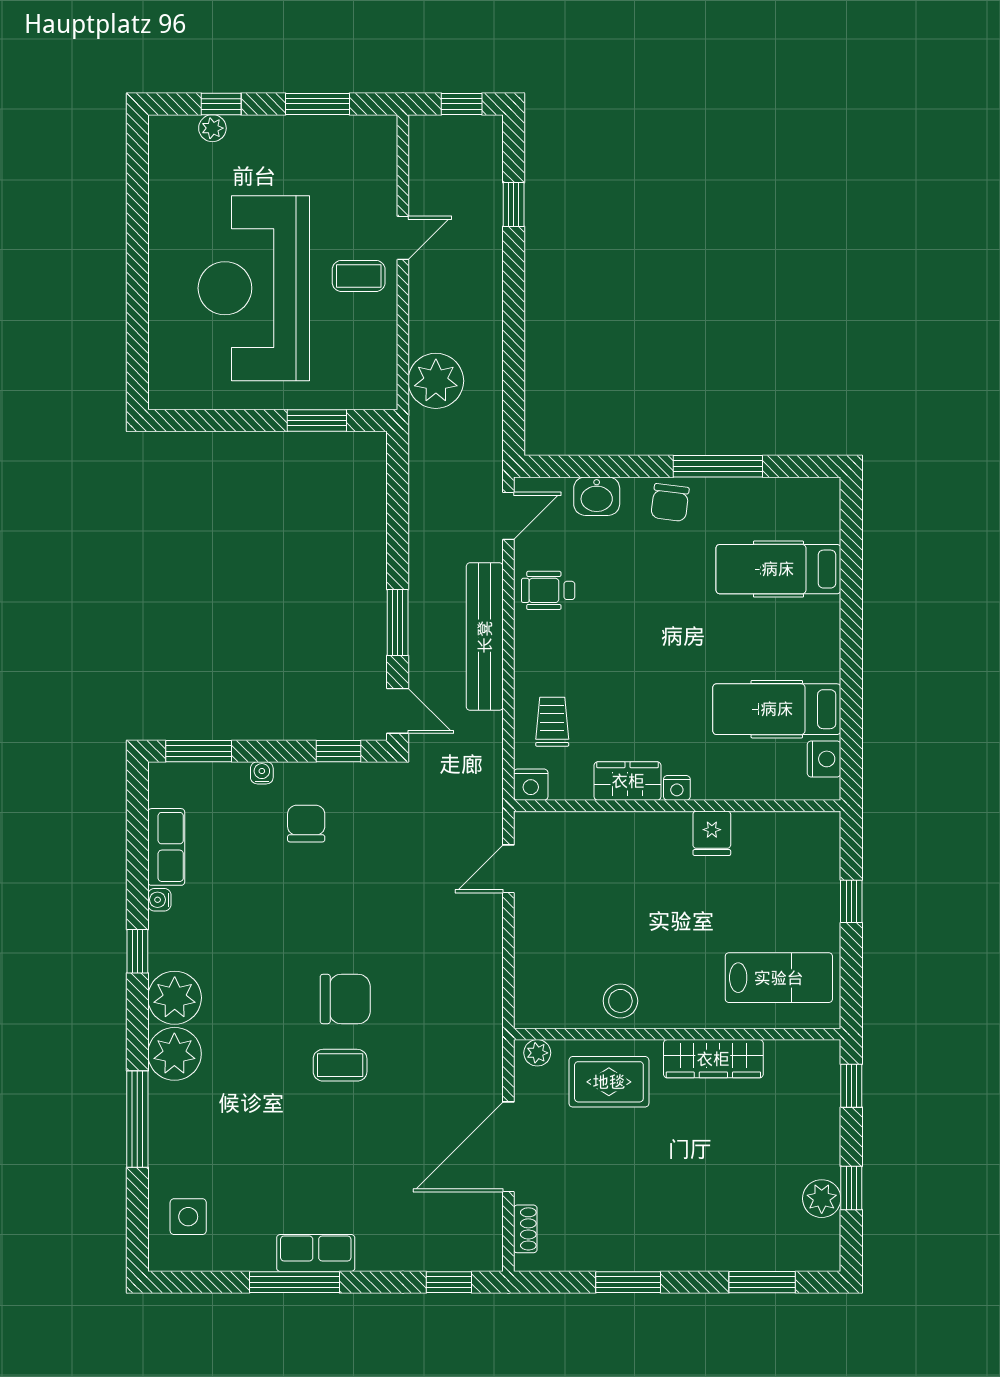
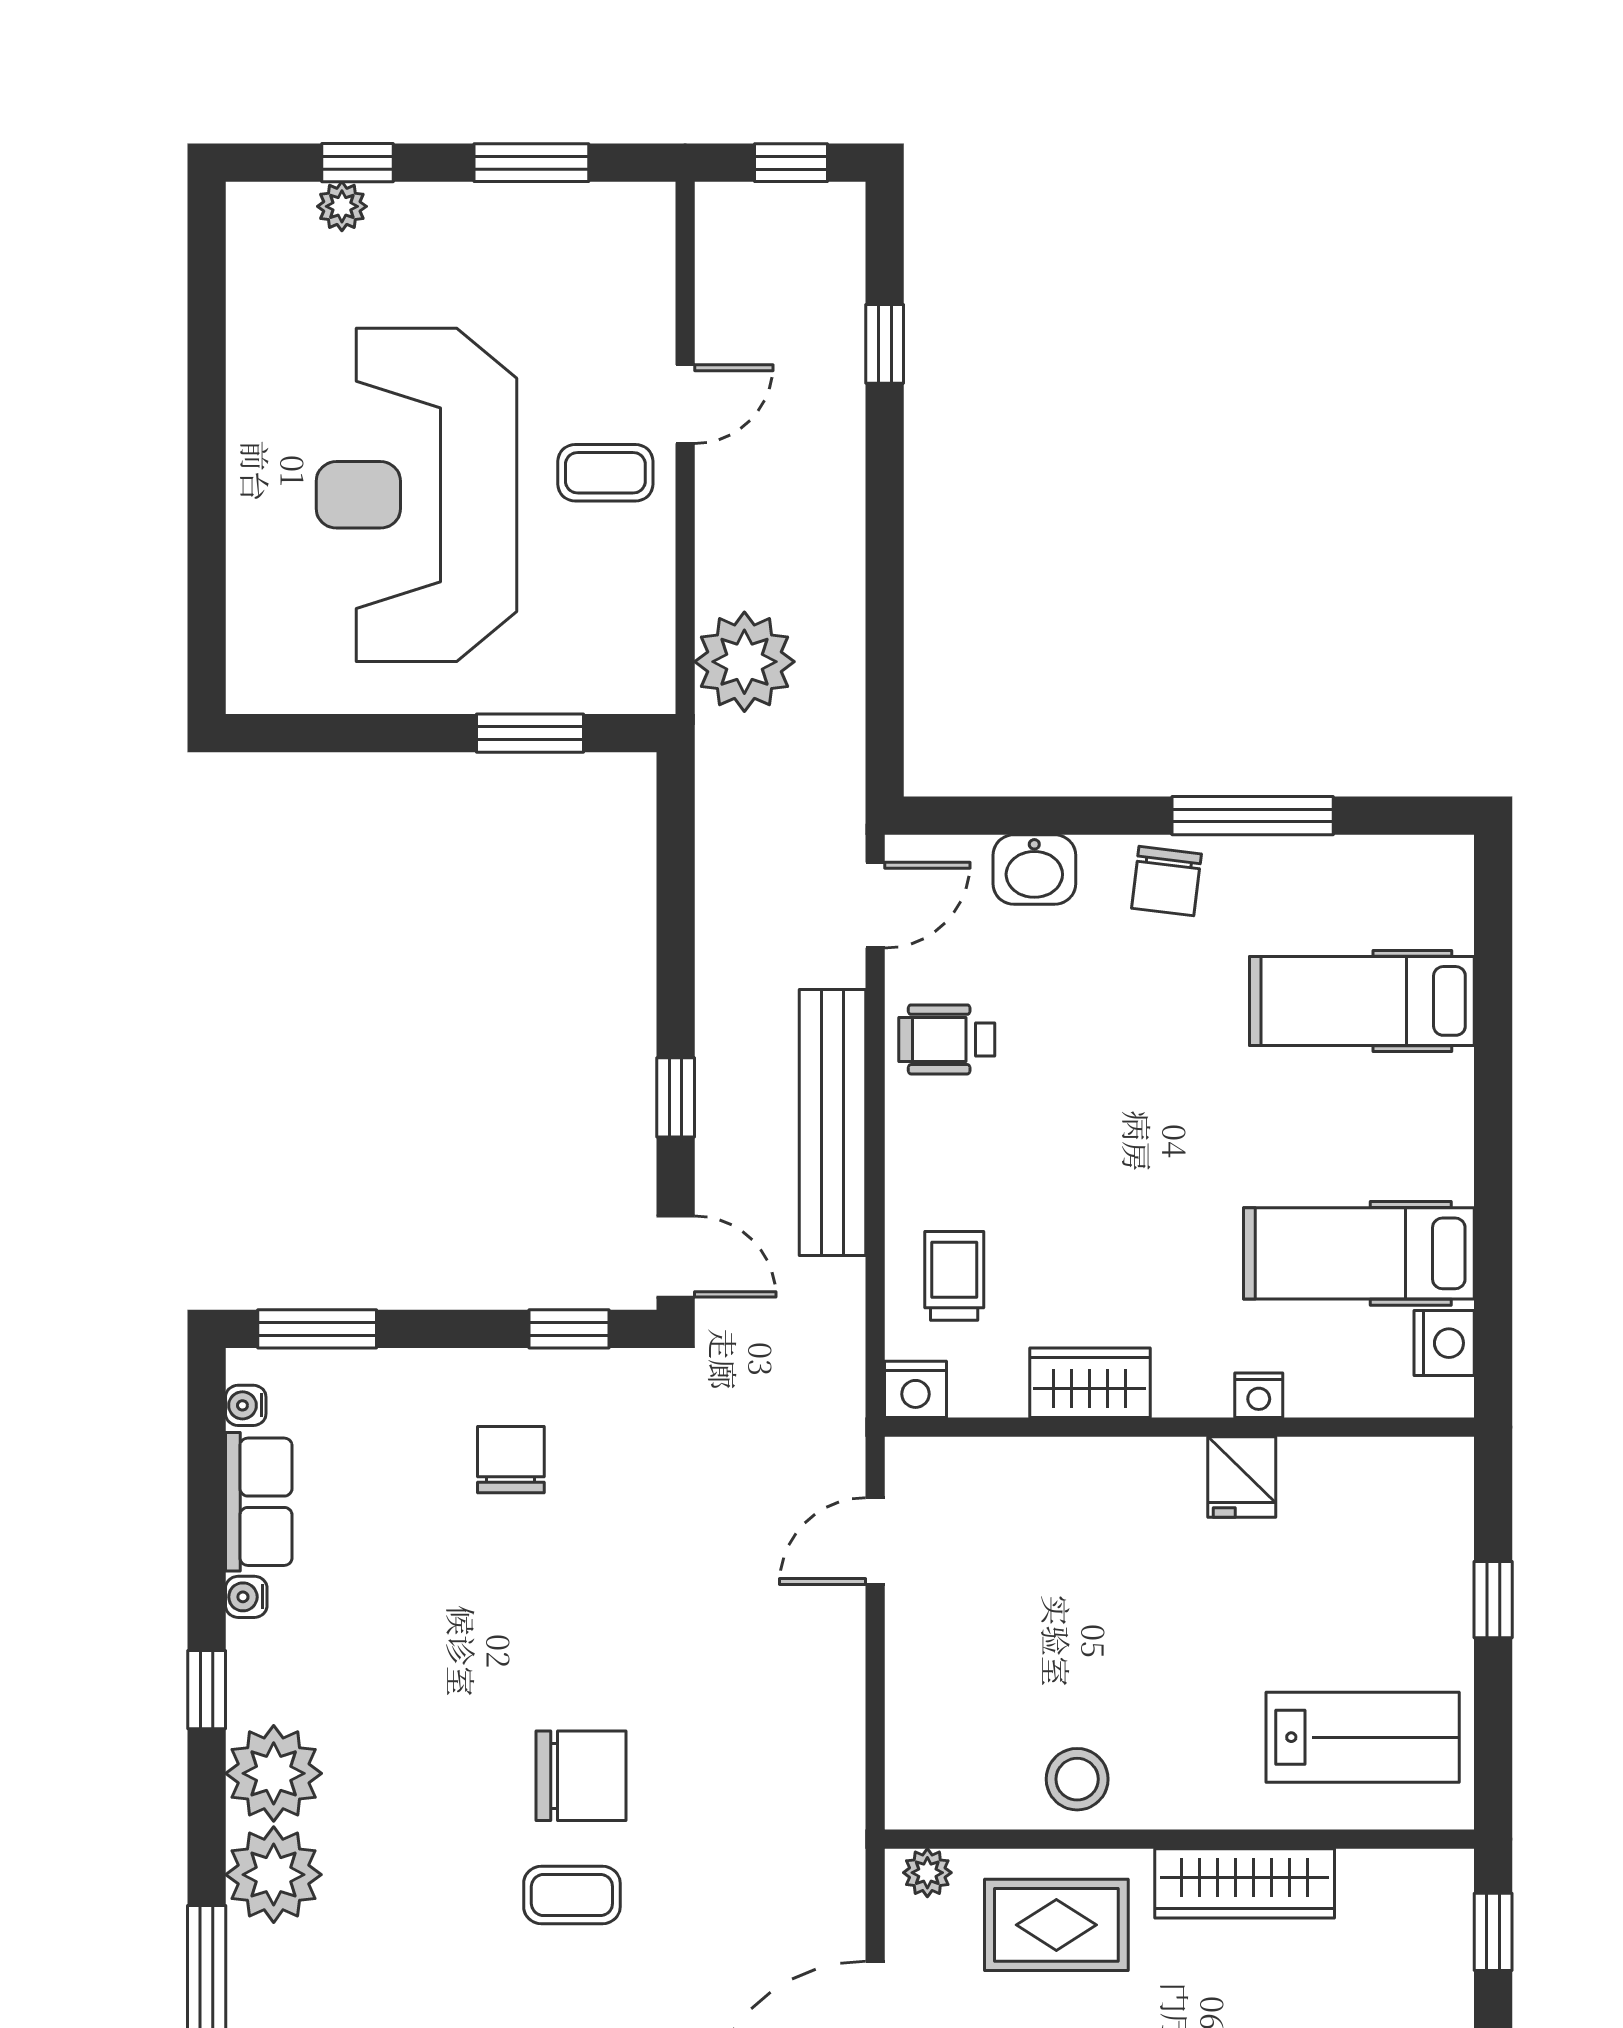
window: (398, 623) -> (676, 1097), width x0.67
water cooler: (262, 773) -> (246, 1405), moved, turned -90
nightstand: (677, 788) -> (1259, 1395), moved

